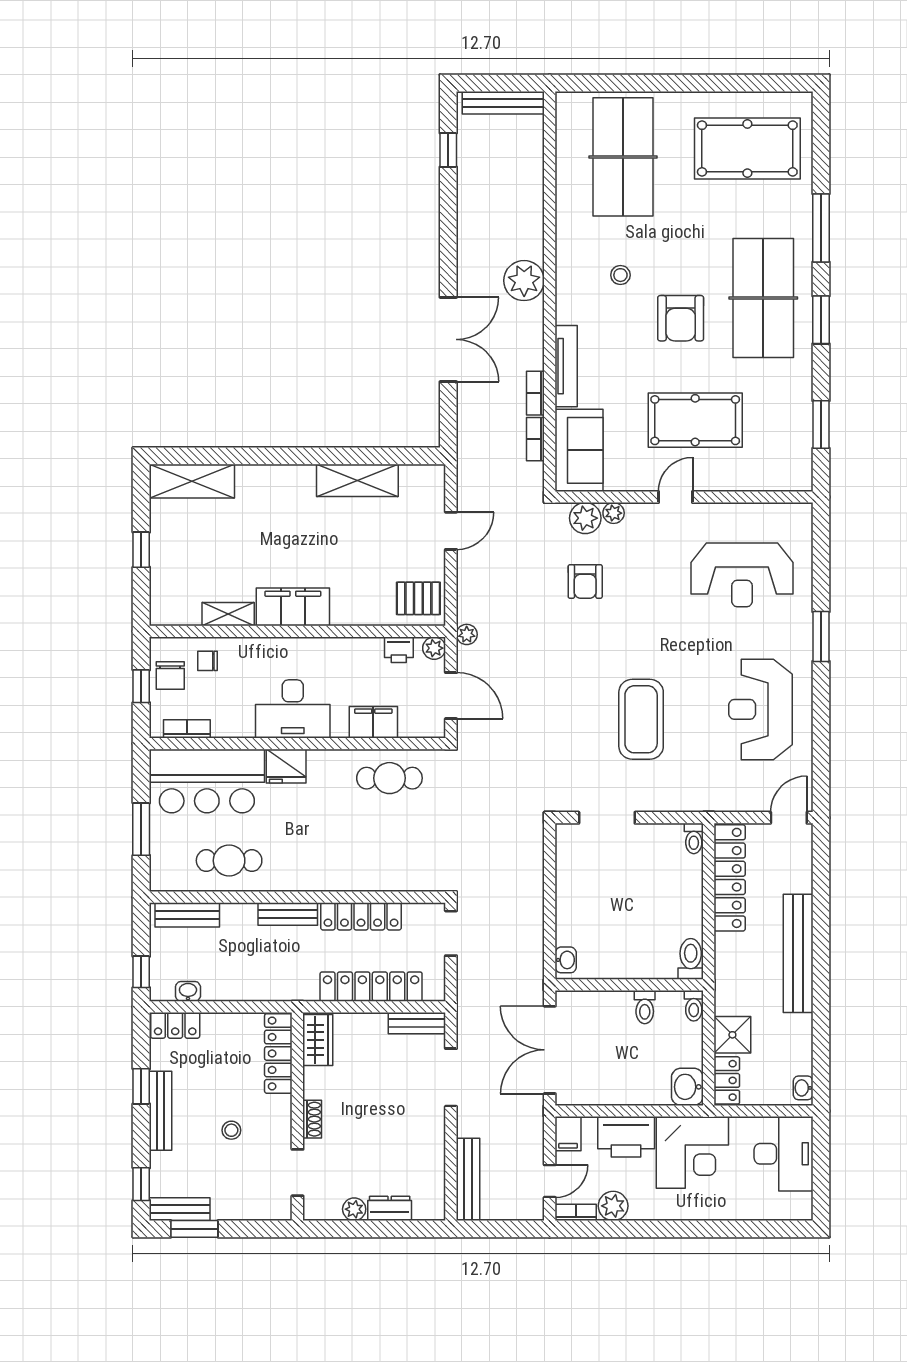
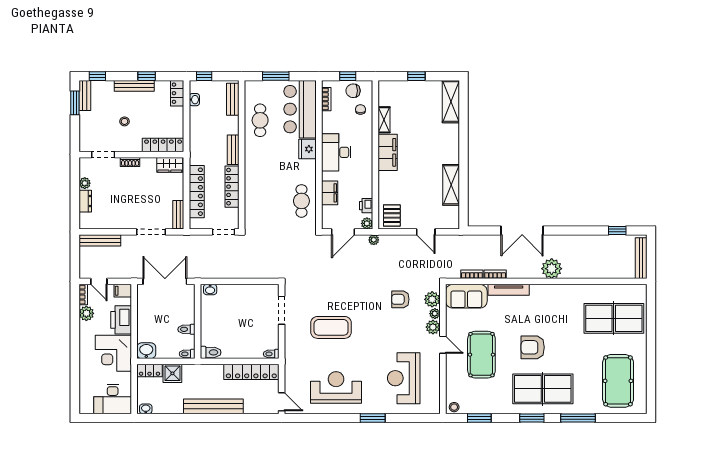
stool: (620, 275) -> (454, 407), moved
plant: (640, 517) -> (433, 327), added

